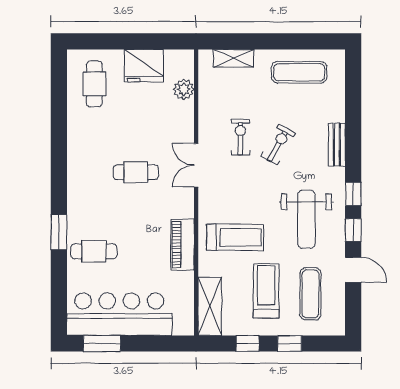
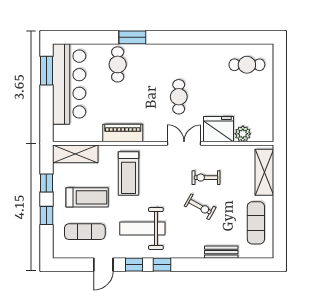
shelving: (234, 58) -> (264, 172), width x1.50, depth x1.33
fridge: (144, 66) -> (219, 129), moved, turned 90
exercise bike: (240, 137) -> (206, 178), turned 180
bench: (337, 145) -> (221, 252), moved

